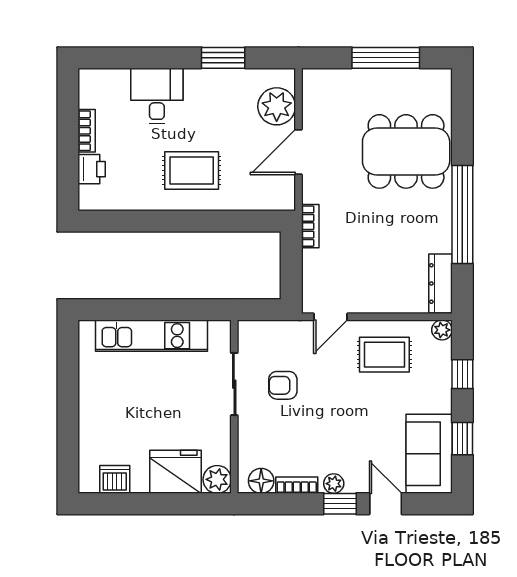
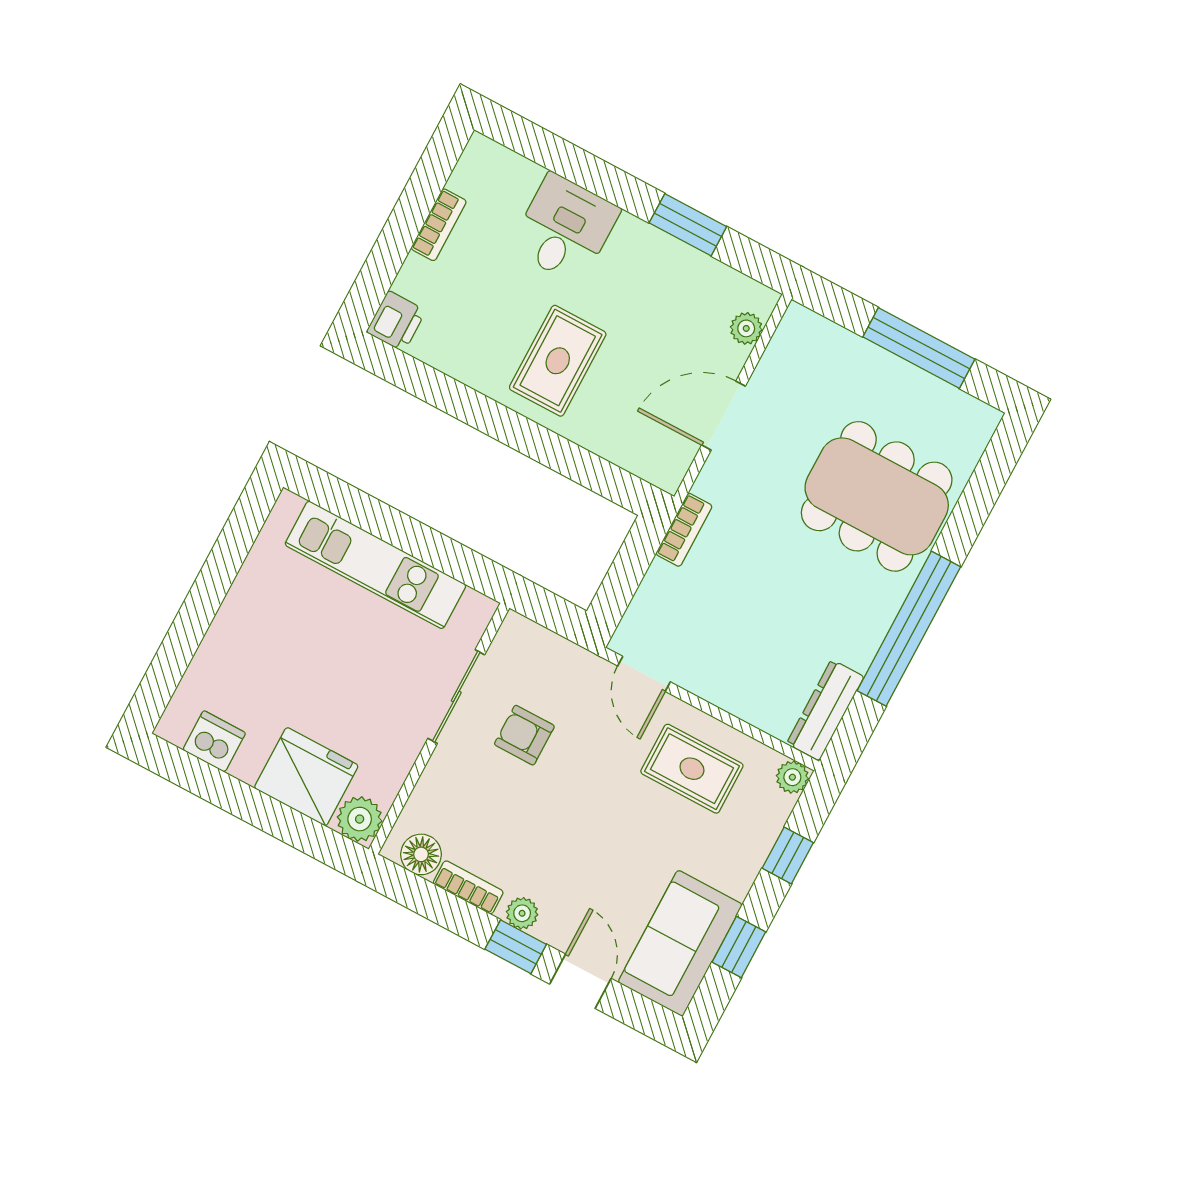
plant: (277, 106) -> (746, 328), width x0.53, depth x0.53
printer: (92, 169) -> (396, 321), moved
rug: (192, 170) -> (558, 361), turned 90
door: (330, 317) -> (644, 674), hinge flipped

